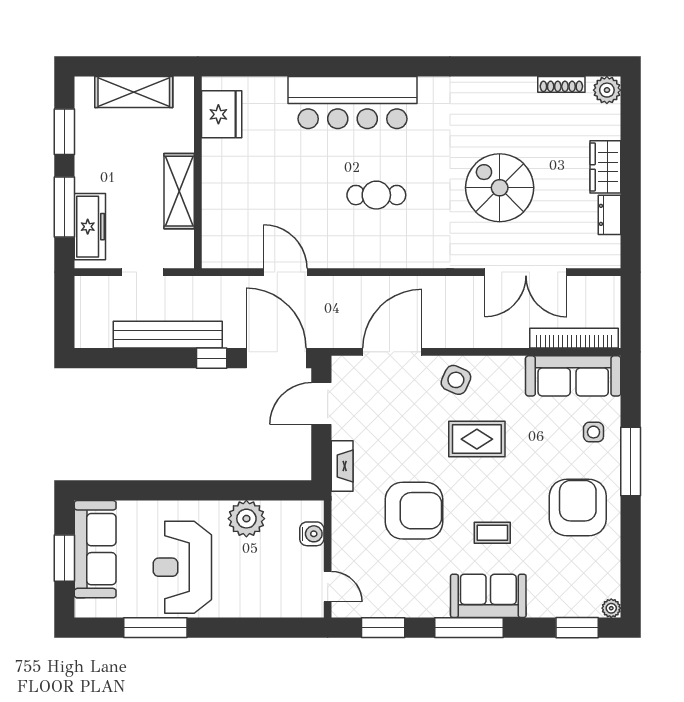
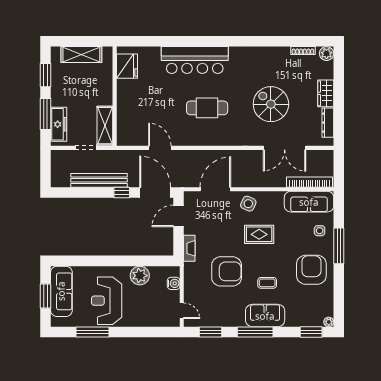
shelving: (179, 191) -> (105, 126), moved
cafe table: (376, 195) -> (207, 108), width x1.37, depth x1.35
dresser: (610, 215) -> (328, 123), width x1.44

